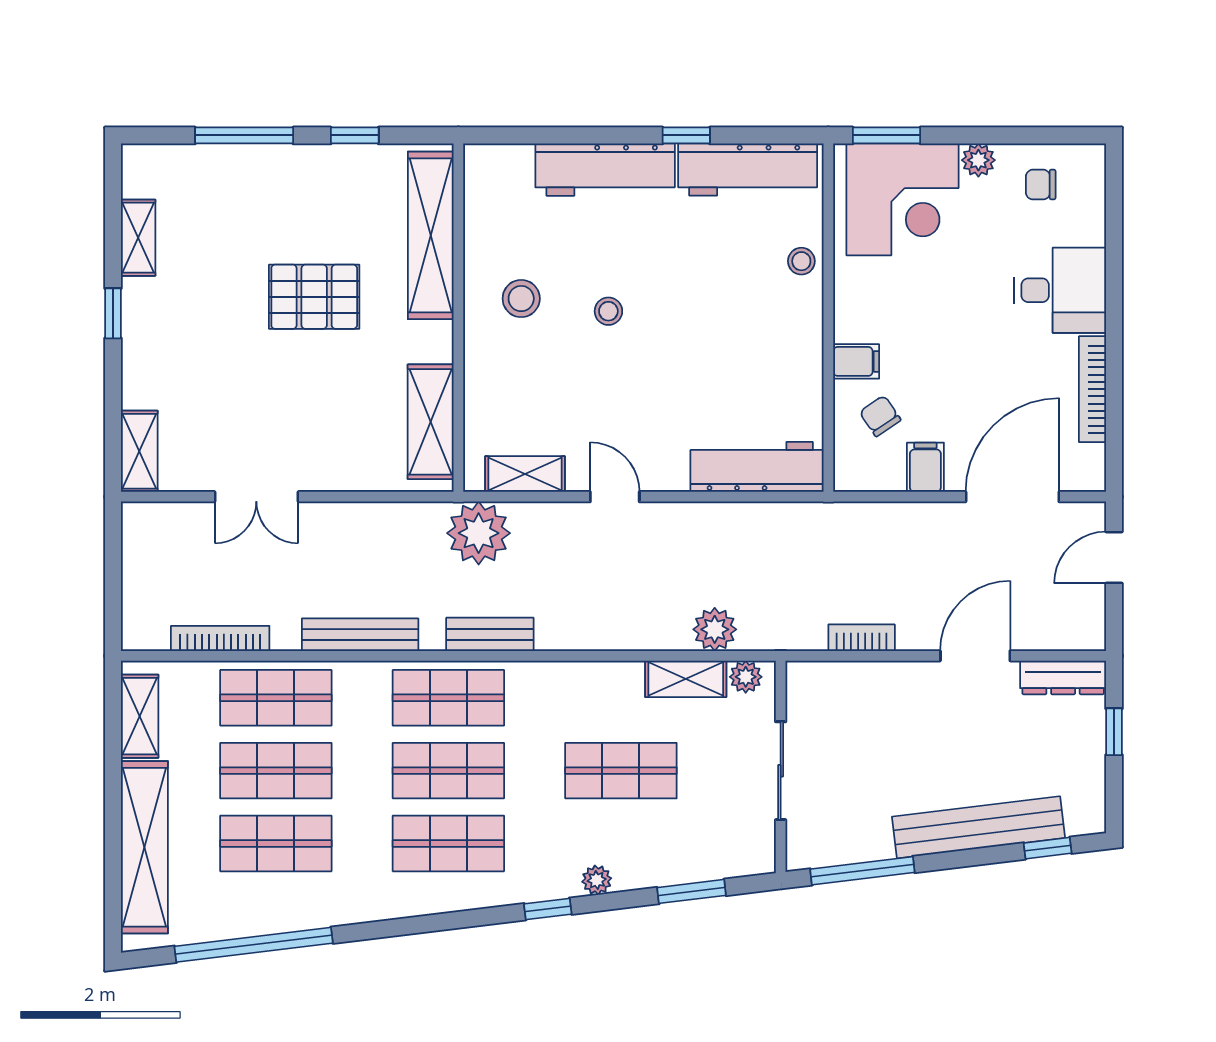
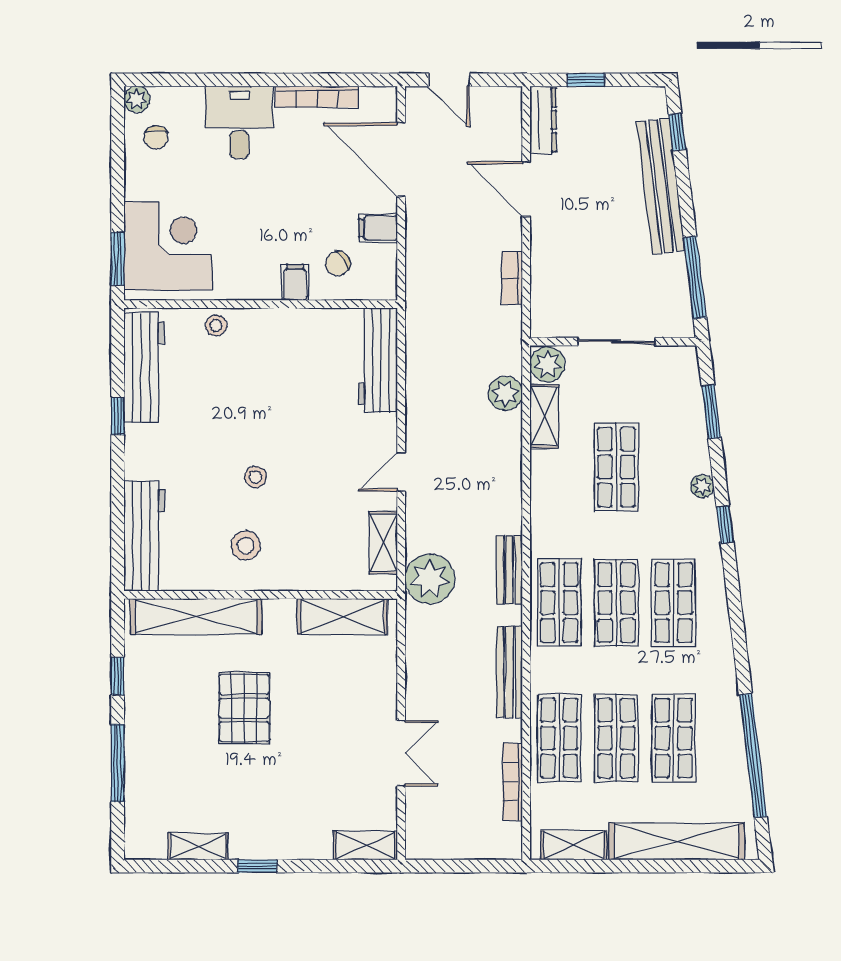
plant: (978, 160) -> (137, 99), moved
workbench: (605, 170) -> (144, 536), moved
plant: (746, 677) -> (547, 364), width x1.38, depth x1.38

